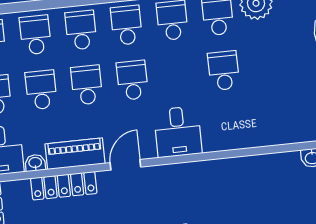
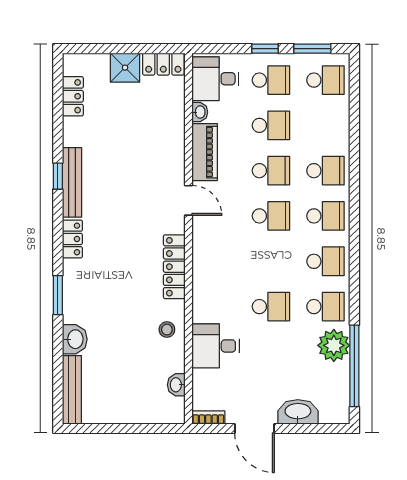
school desk: (35, 35) -> (325, 125), removed
desk: (178, 132) -> (216, 346), moved
stool: (258, 173) -> (167, 330), added
locker: (64, 186) -> (174, 267), moved

